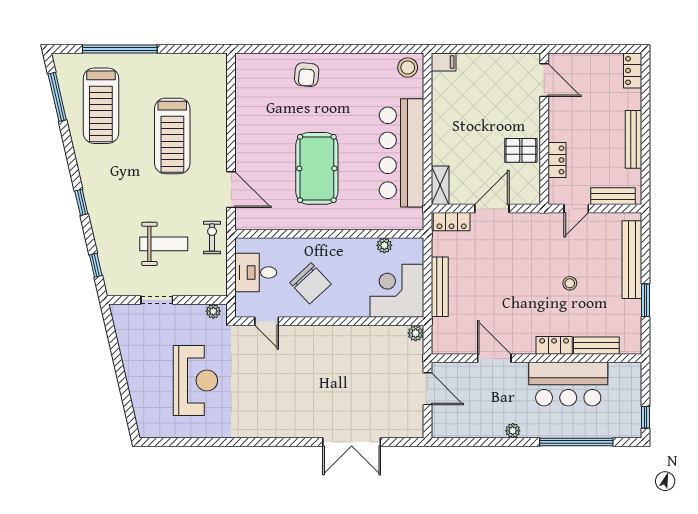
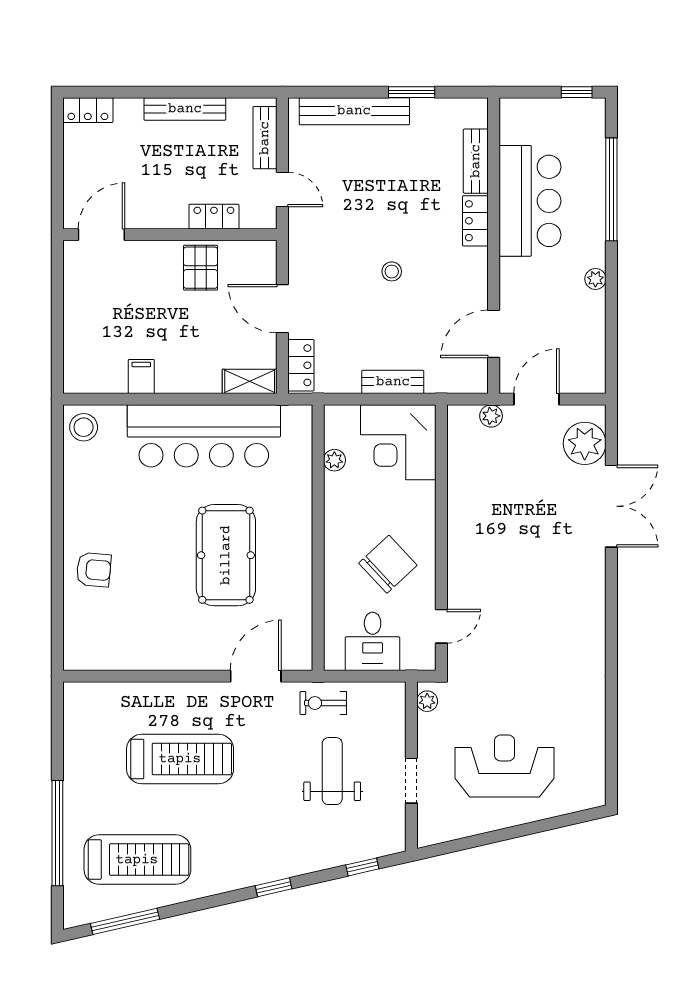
filing cabinet: (444, 62) -> (141, 377), moved
pool table: (317, 168) -> (226, 555), turned 90
stool: (570, 283) -> (392, 271), moved
bench: (440, 287) -> (393, 382), width x0.73
plant: (416, 333) -> (491, 416), moved
door: (494, 358) -> (494, 334), moved
reception desk: (195, 381) -> (505, 766), moved
plant: (396, 423) -> (585, 443), added

